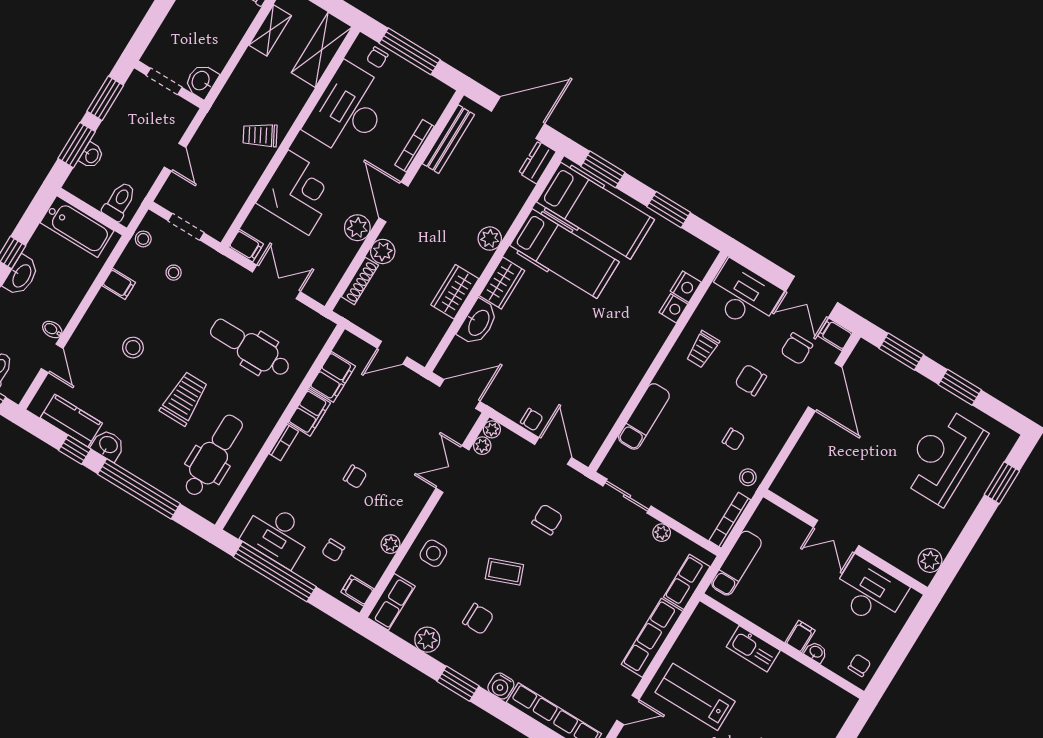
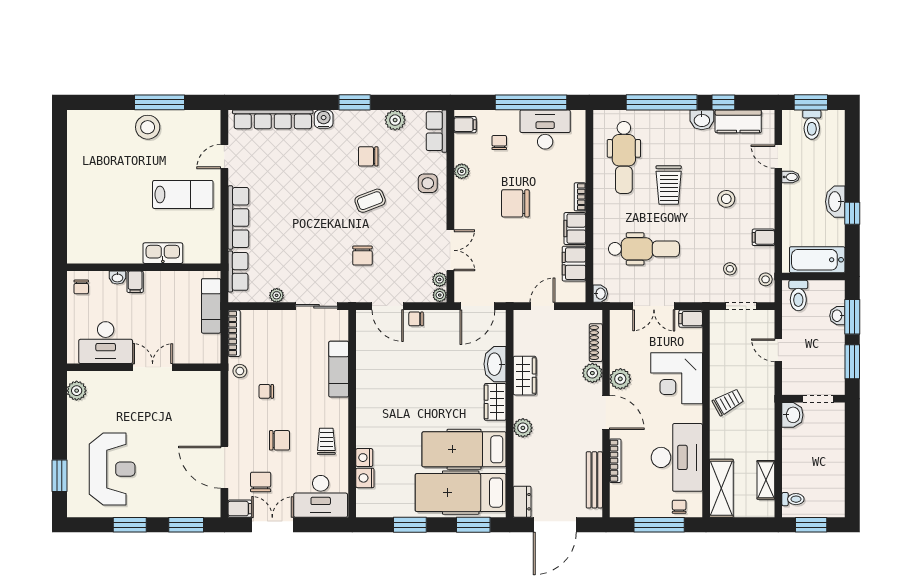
washbasin: (324, 329) -> (600, 294), added
chair: (355, 477) -> (515, 203), width x1.87, depth x1.87

